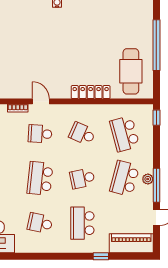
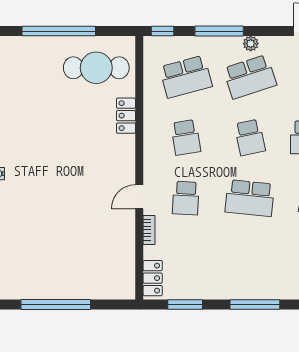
locker: (91, 92) -> (126, 116), width x0.66
school desk: (82, 134) -> (186, 137), turned -33
school desk: (125, 178) -> (250, 77), turned -33
window: (156, 185) -> (219, 31), moved

